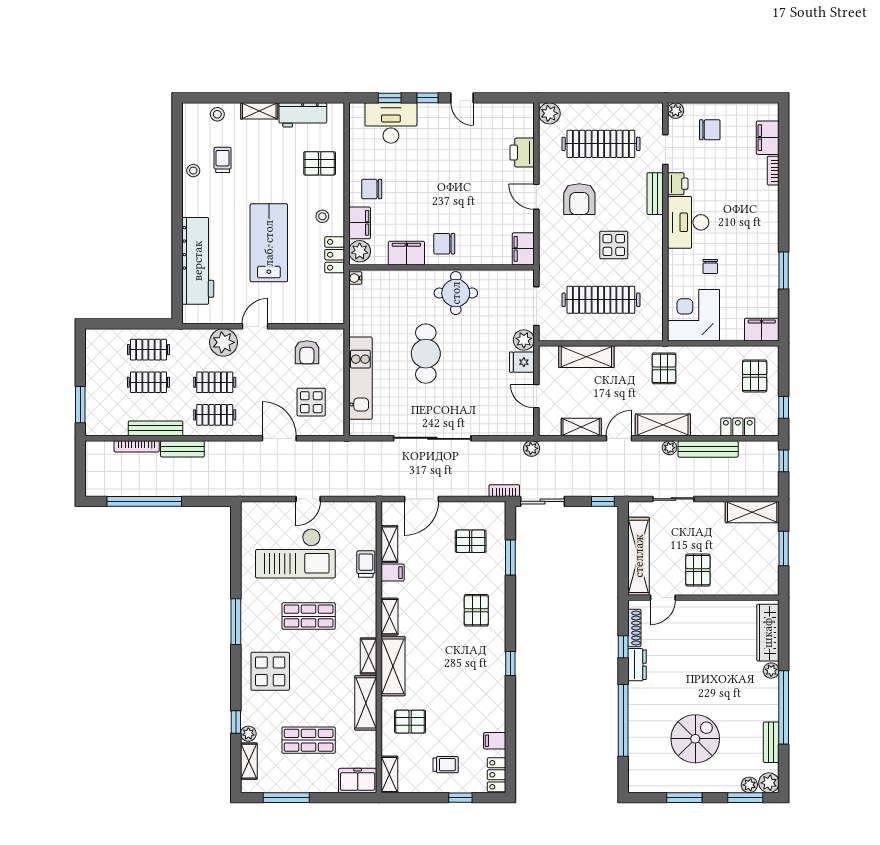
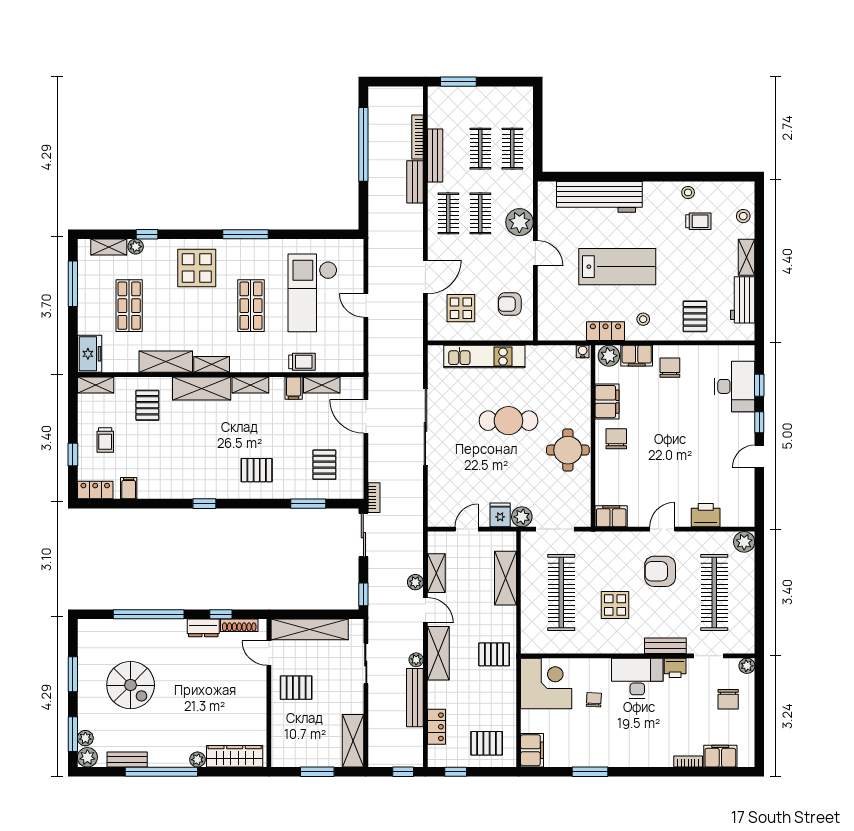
chair: (710, 267) -> (594, 700), turned 93
plant: (532, 448) -> (415, 582), moved

